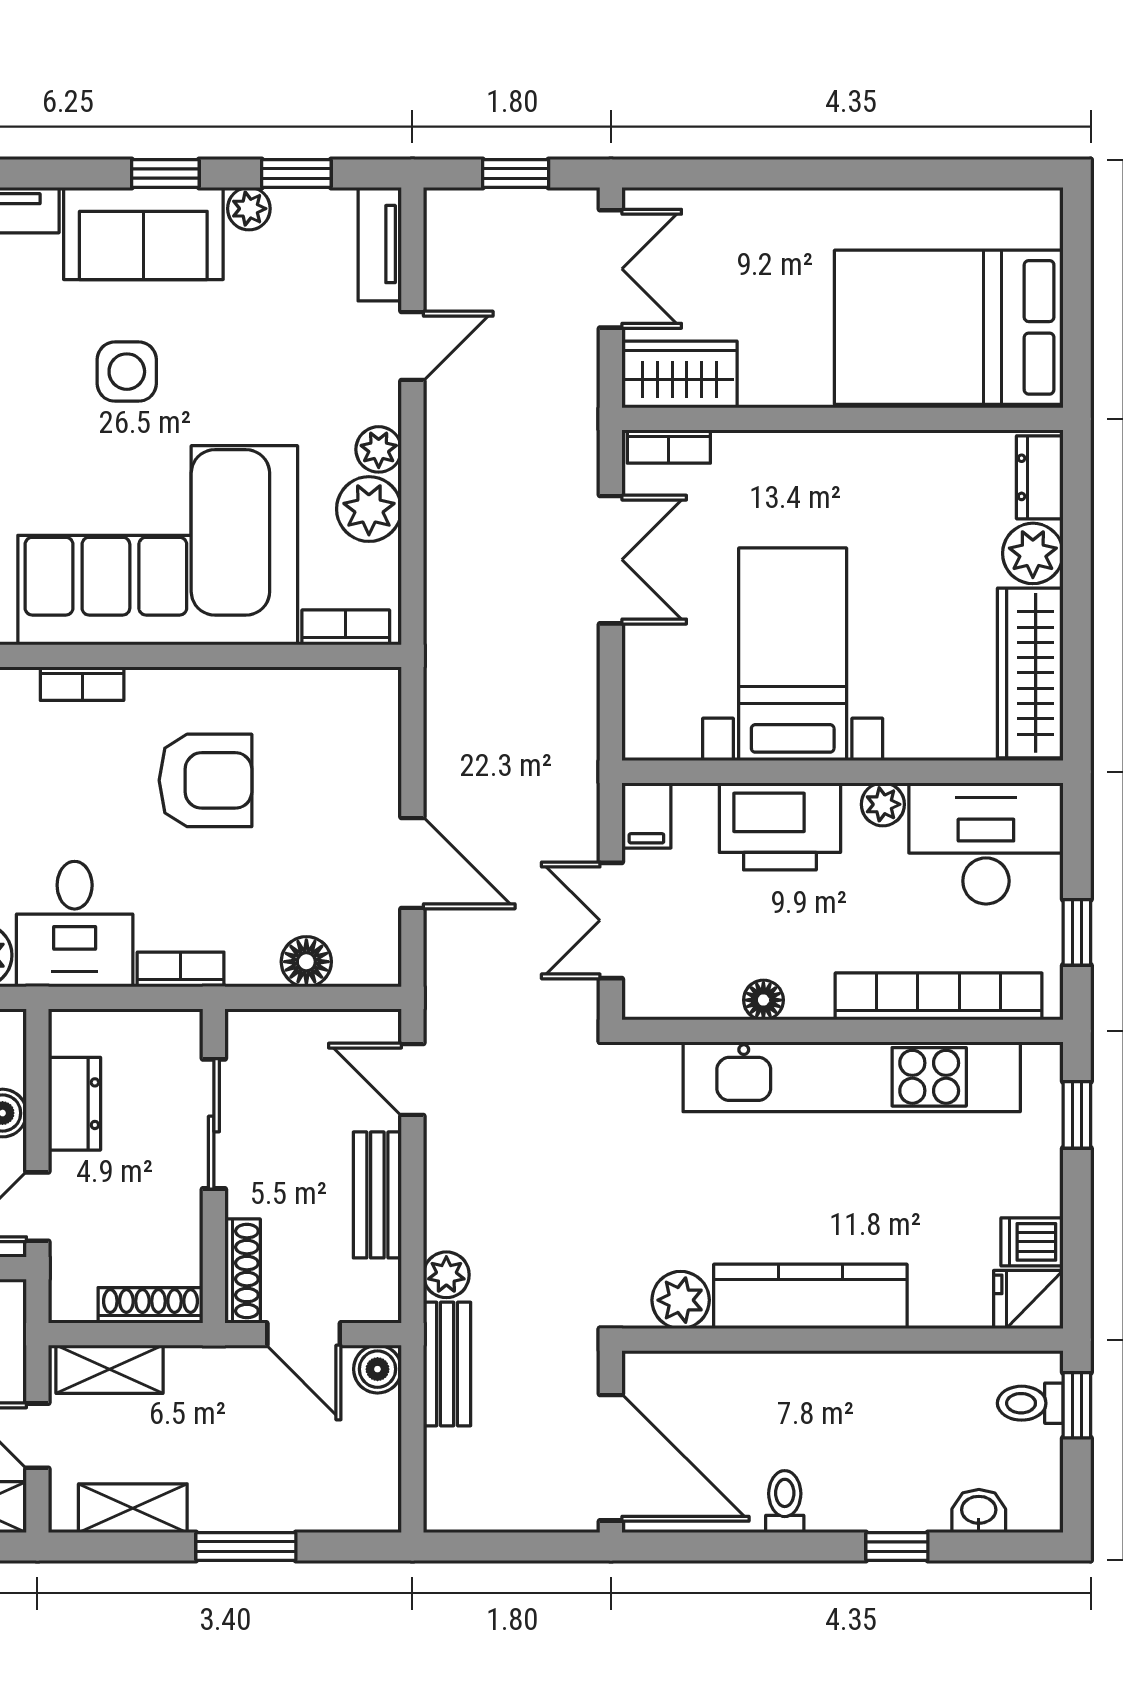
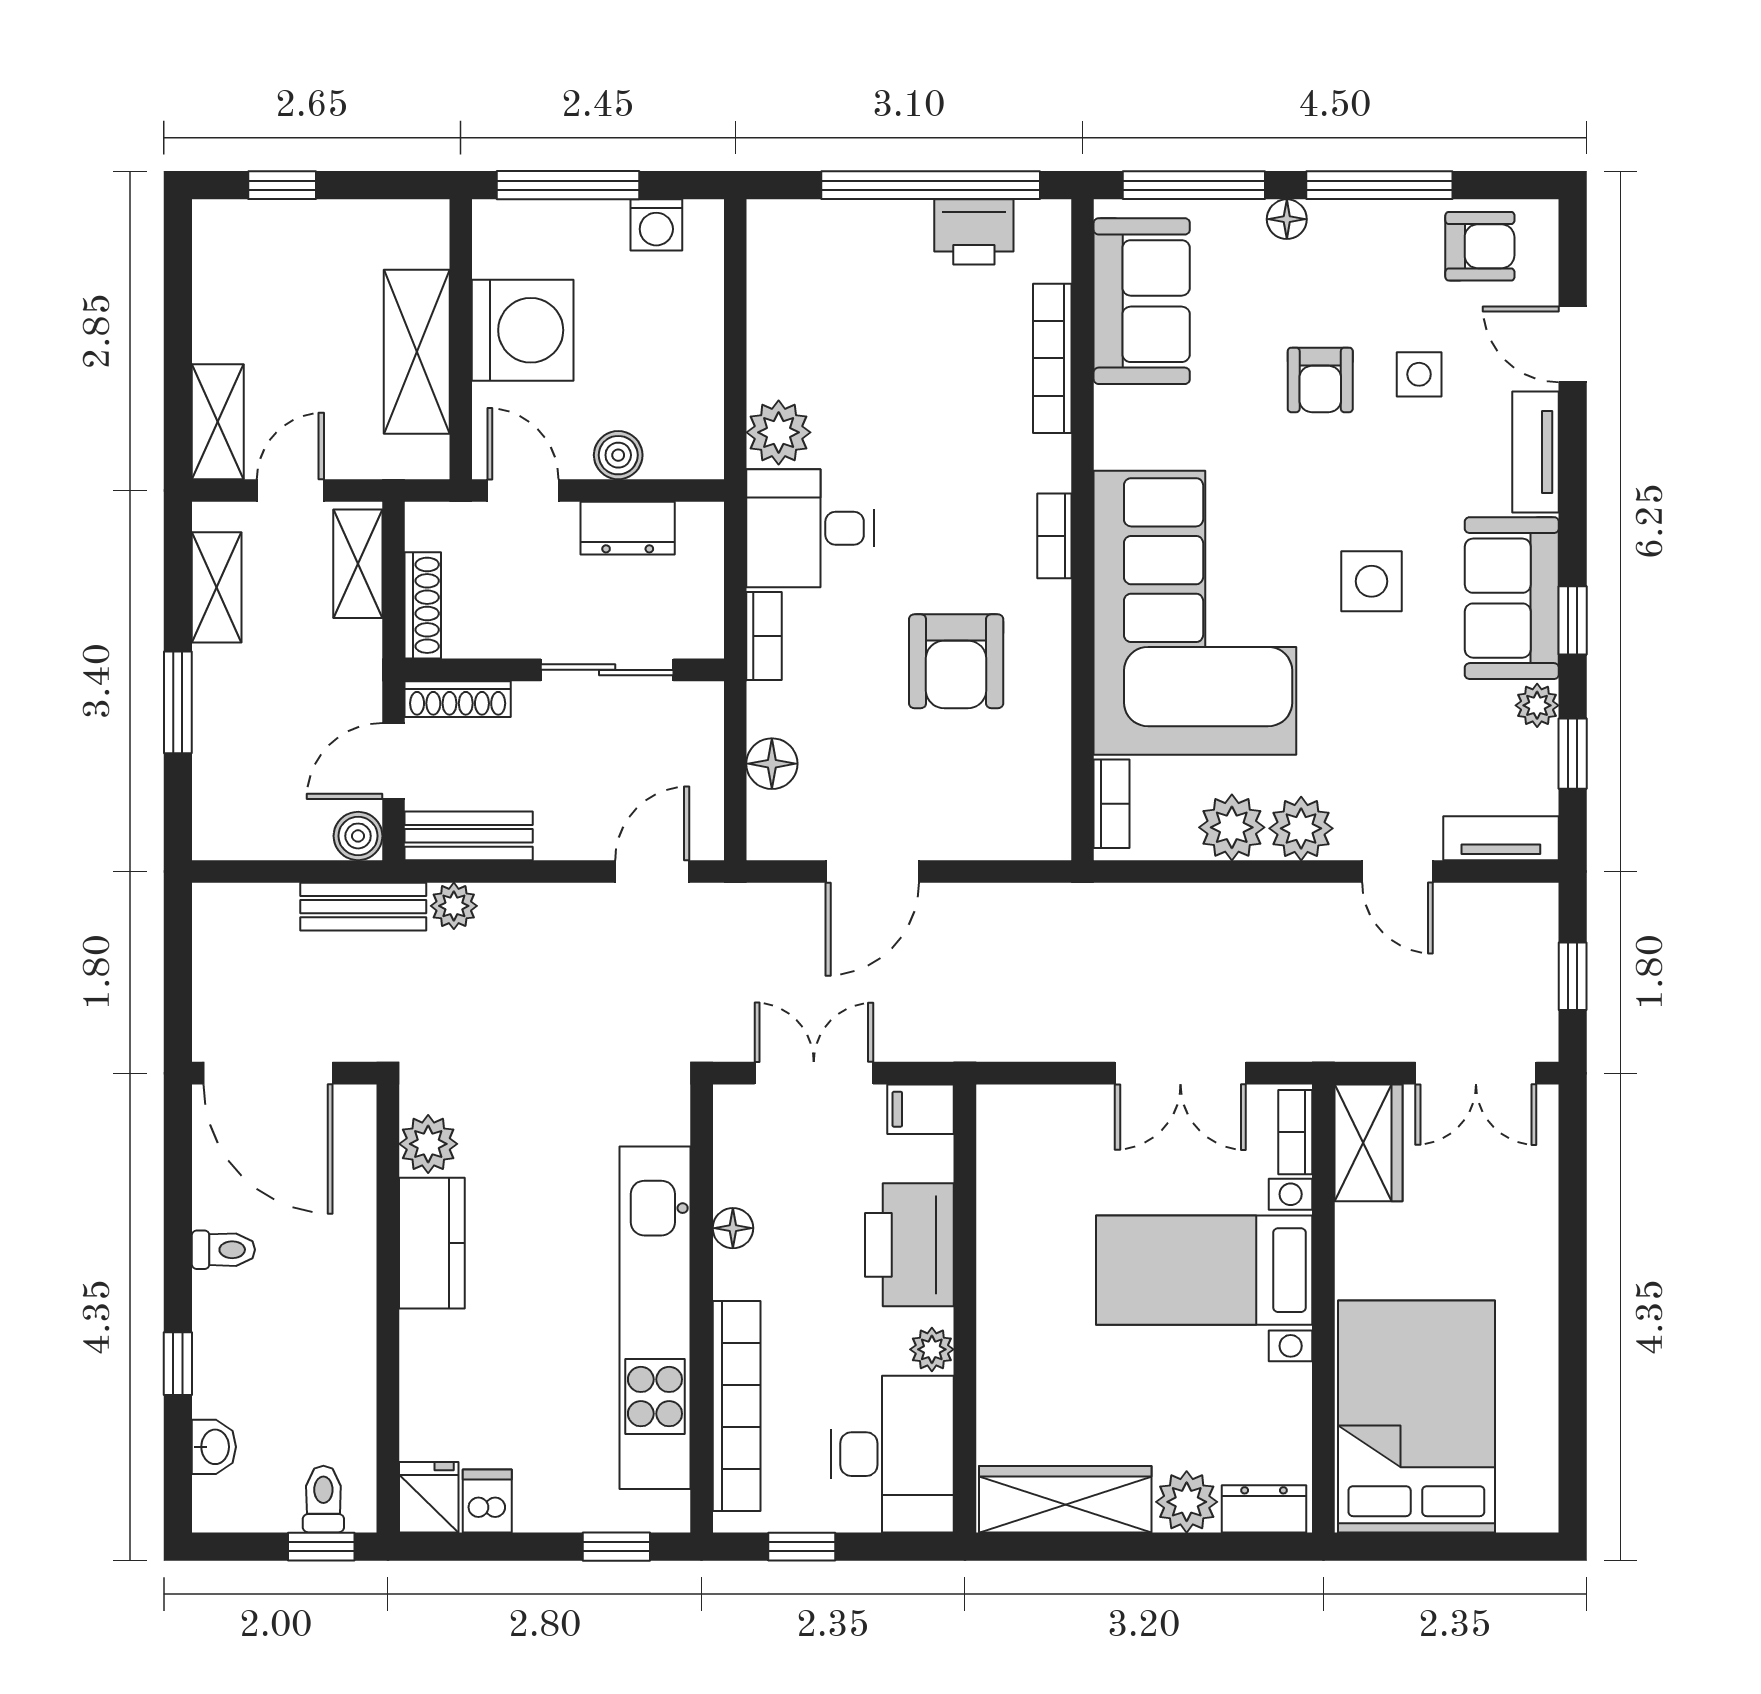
plant: (379, 449) -> (1301, 828), width x1.38, depth x1.38
bed with nightstands: (793, 654) -> (1204, 1270), moved, turned 180
bench: (377, 1195) -> (469, 836), moved
kitchen counter: (810, 1296) -> (432, 1243), width x0.67
door: (611, 1458) -> (268, 1073), hinge flipped

